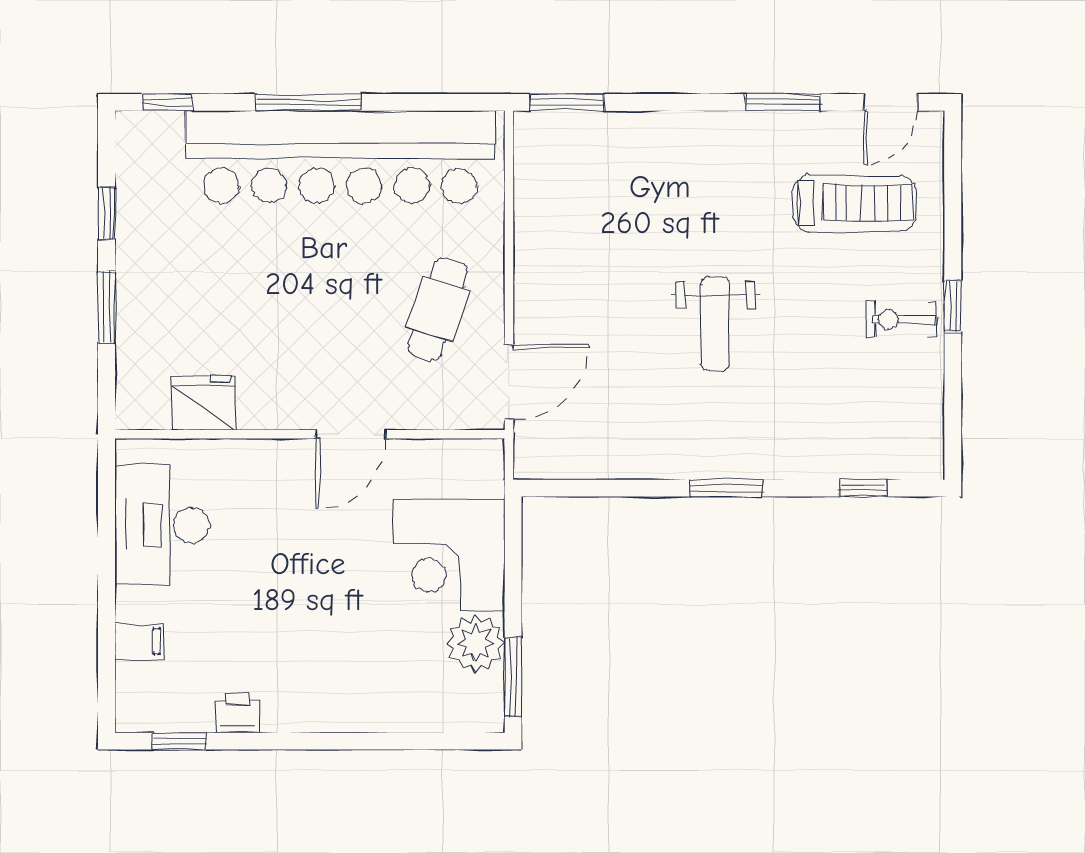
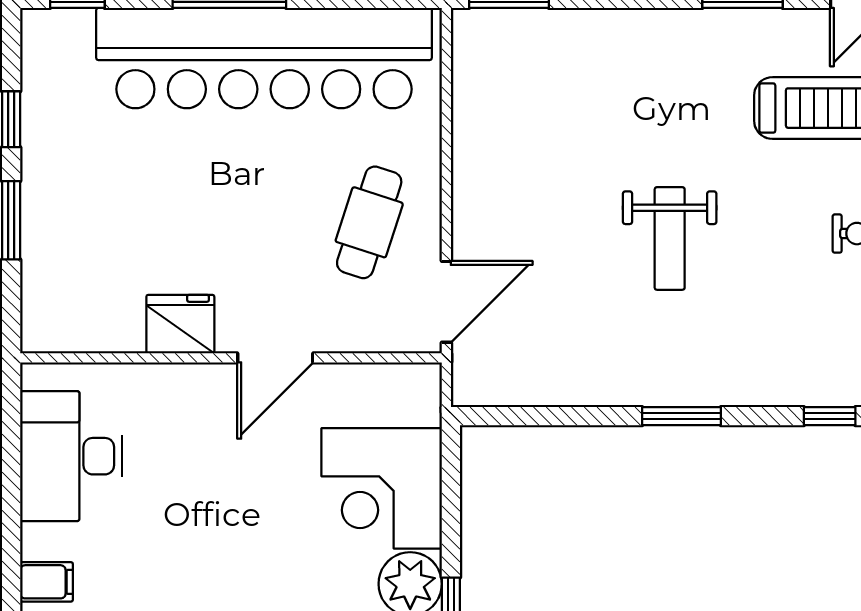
fridge: (203, 403) -> (180, 324), moved

